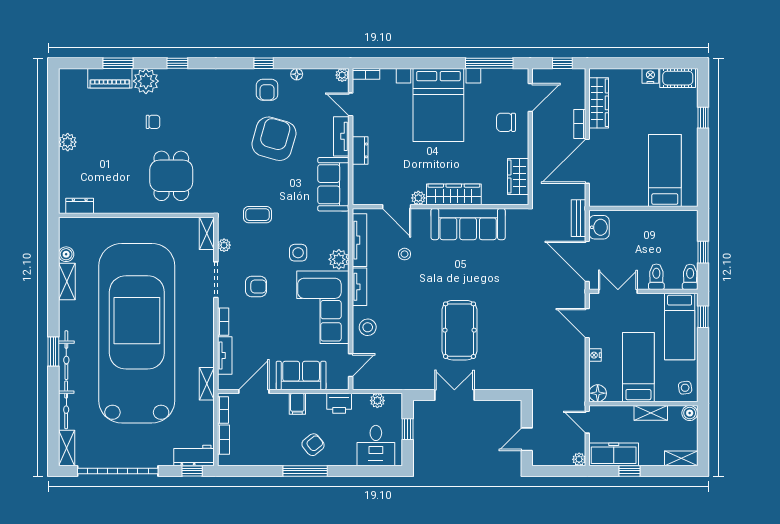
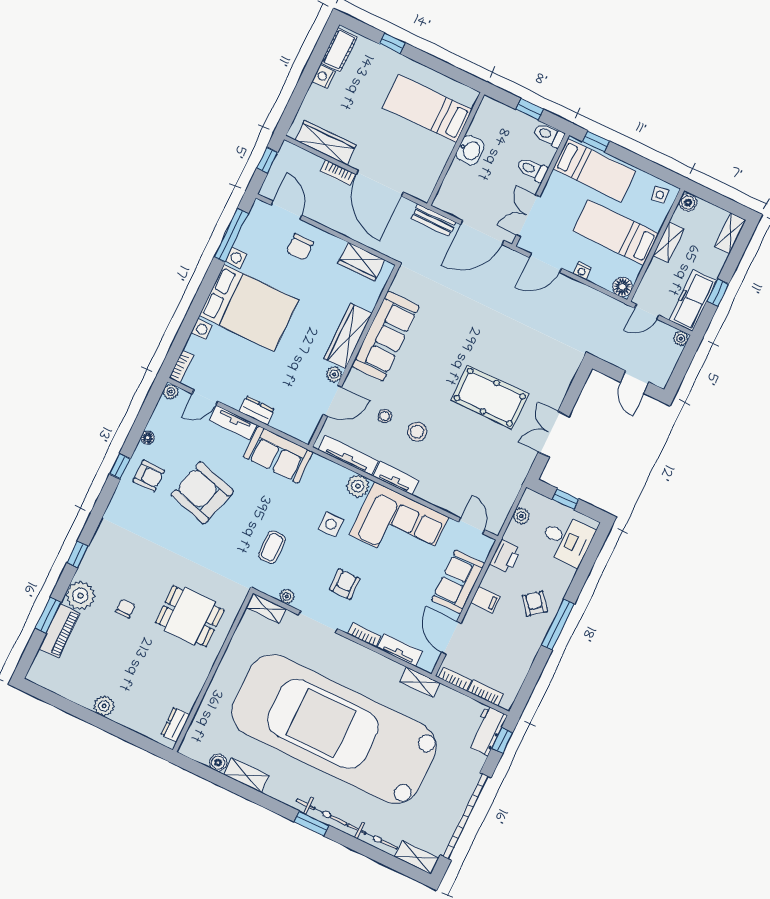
washbasin: (599, 227) -> (470, 150), moved, turned 90
stool: (368, 327) -> (417, 432), moved

